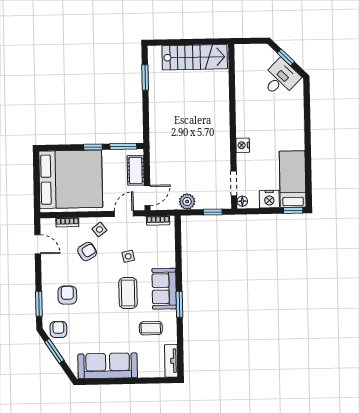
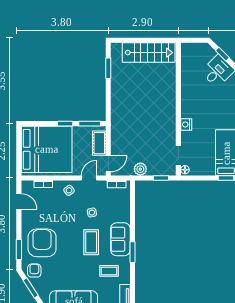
nightstand: (269, 199) -> (207, 168), removed
armchair: (87, 252) -> (59, 208), removed
armchair: (67, 295) -> (42, 243), width x1.88, depth x1.88

